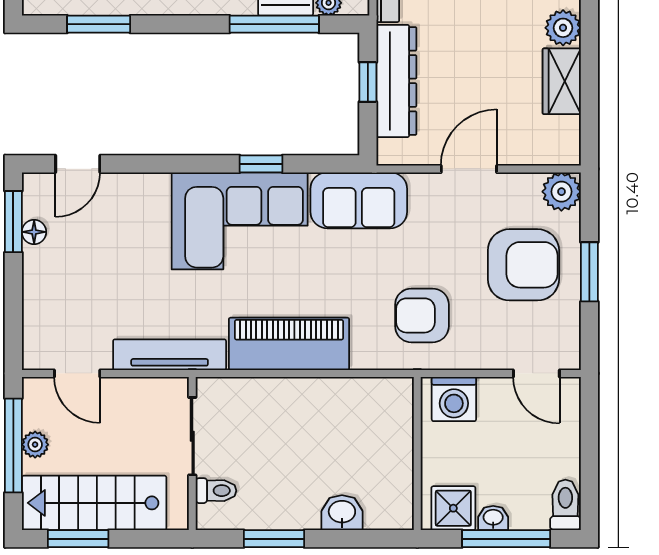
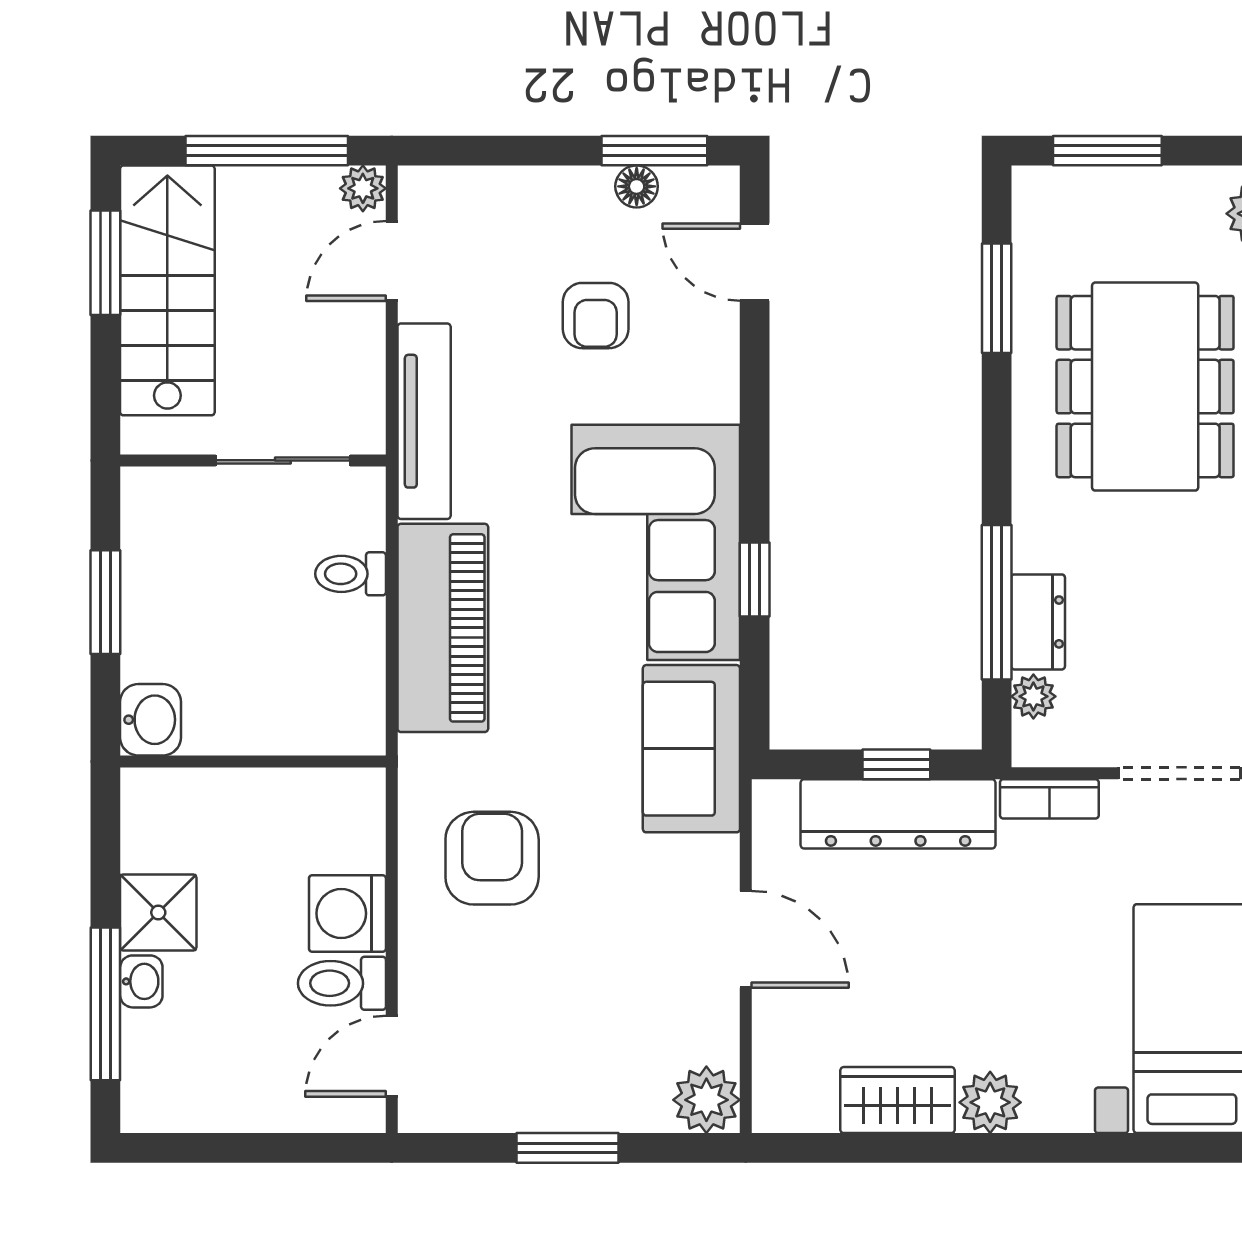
armchair: (523, 265) -> (596, 316), moved, width x0.53, depth x0.53
plant: (35, 445) -> (363, 188), moved
wall: (417, 454) -> (253, 761), moved
toilet: (216, 491) -> (351, 574), moved, turned 90
toilet: (565, 505) -> (342, 983), moved, turned 180

